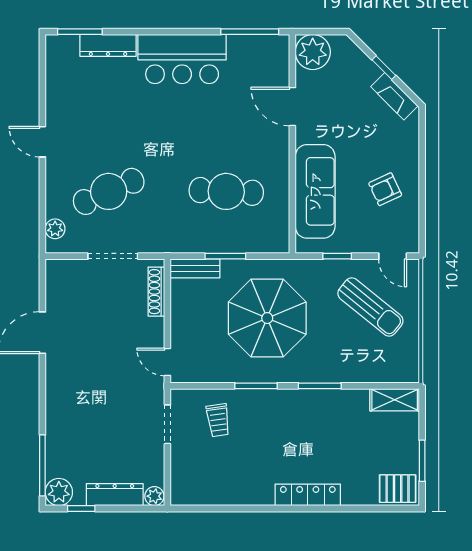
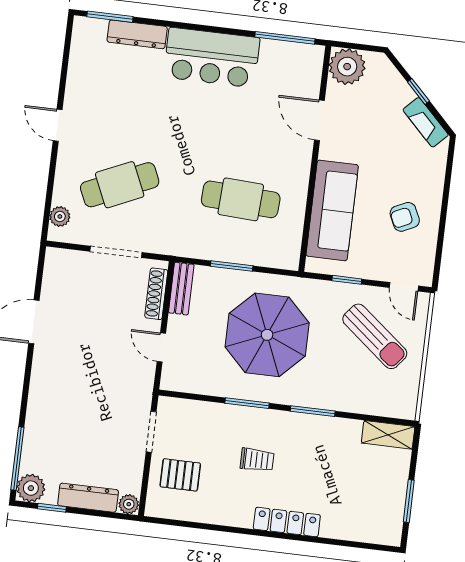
bench: (195, 268) -> (181, 289), moved, turned 90
door: (167, 362) -> (161, 347), moved
trolley: (218, 420) -> (257, 460), moved, turned -82
pallet: (398, 489) -> (180, 475), moved

